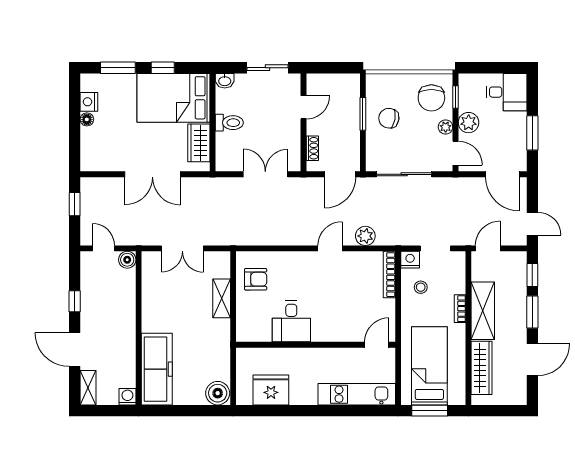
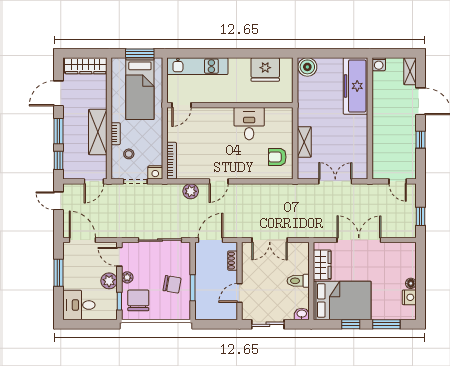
boiler: (127, 260) -> (379, 172), removed
stool: (421, 287) -> (129, 154), moved
wardrobe: (482, 368) -> (86, 66), moved, turned -90

